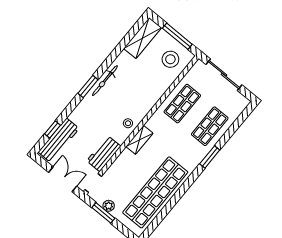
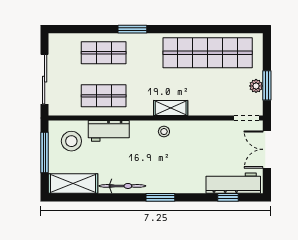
bicycle: (105, 81) -> (122, 186), moved
workbench: (104, 154) -> (109, 131), moved

